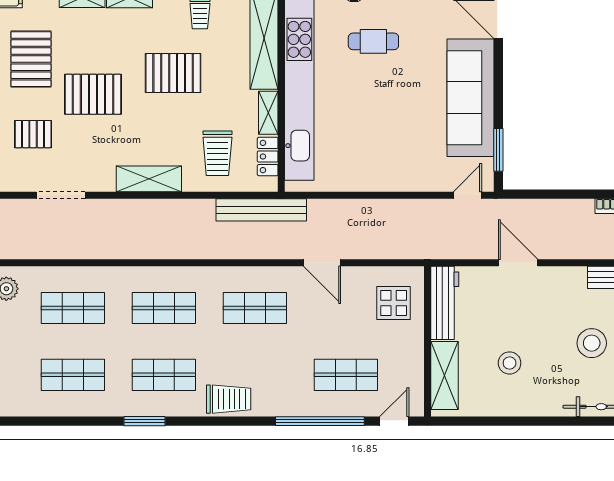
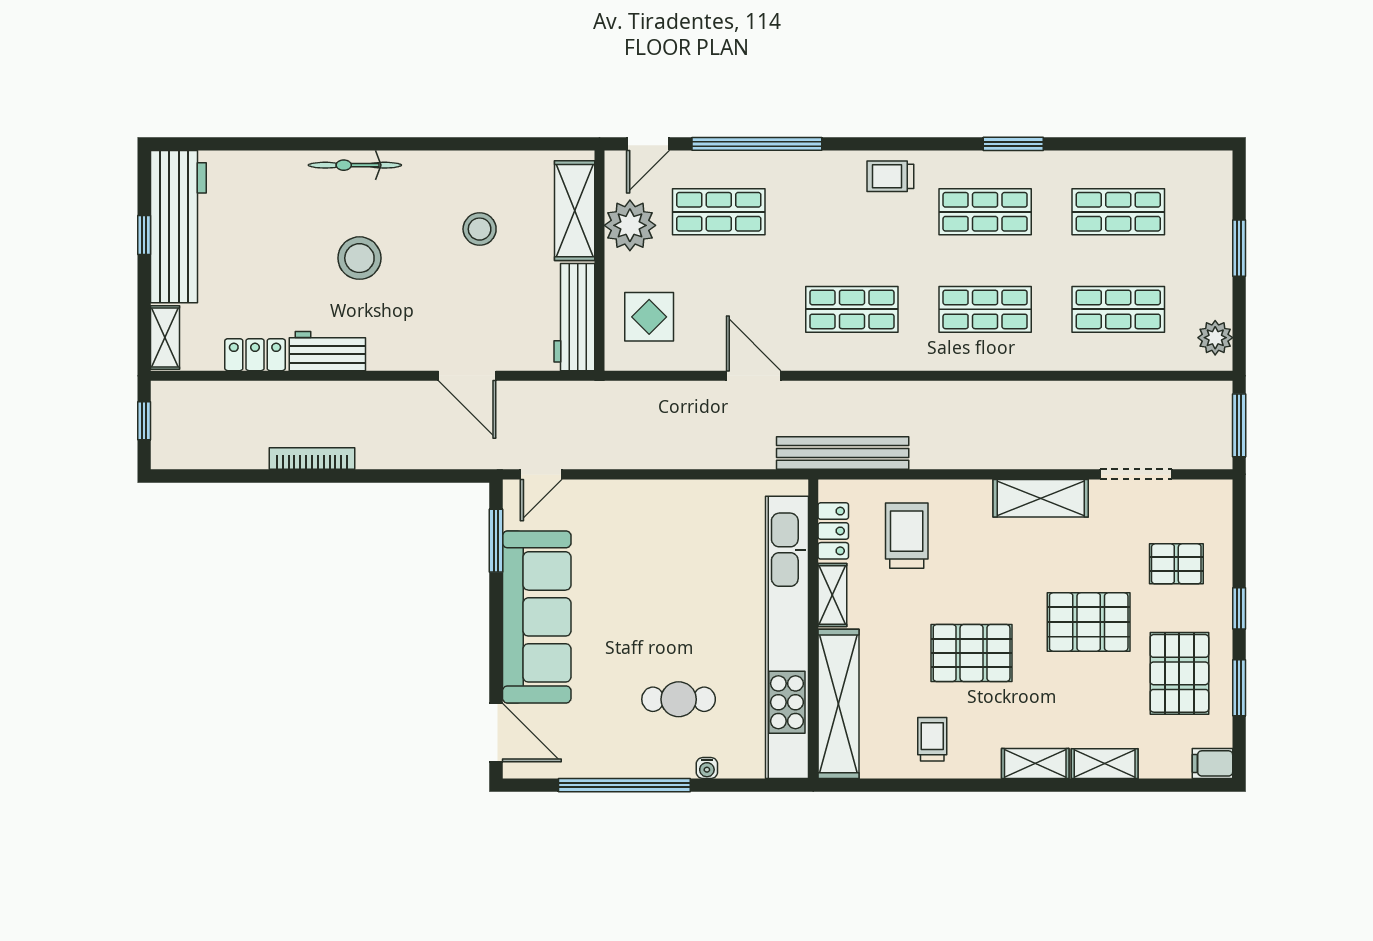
shelving: (149, 179) -> (1041, 498), moved
plant: (407, 366) -> (630, 225), added
trolley: (229, 399) -> (890, 176), width x0.73, depth x0.72

